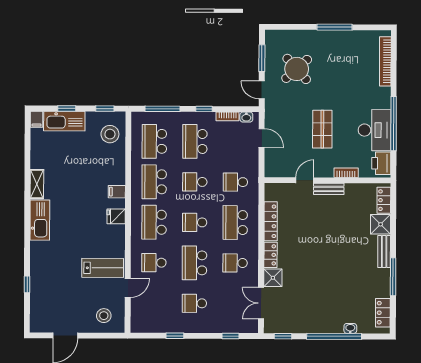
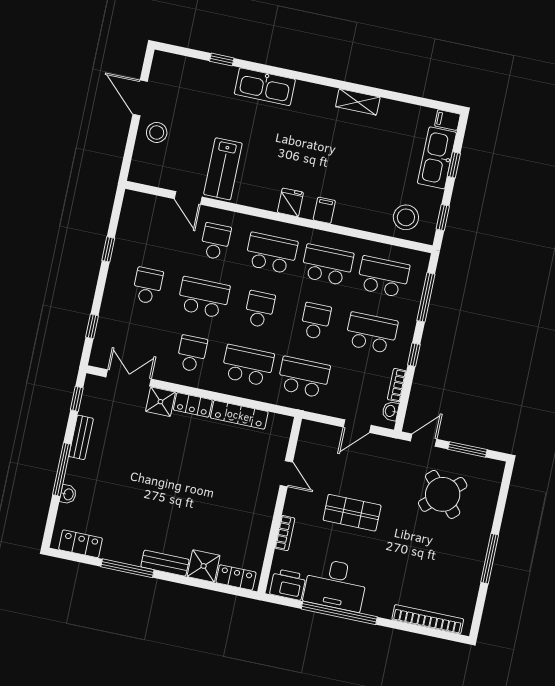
school desk: (235, 182) -> (304, 377), width x1.85
bench: (329, 189) -> (81, 437), moved
kitchen sink: (40, 220) -> (265, 87), moved
stool: (104, 316) -> (157, 132), moved
window: (334, 336) -> (62, 469), width x0.68

